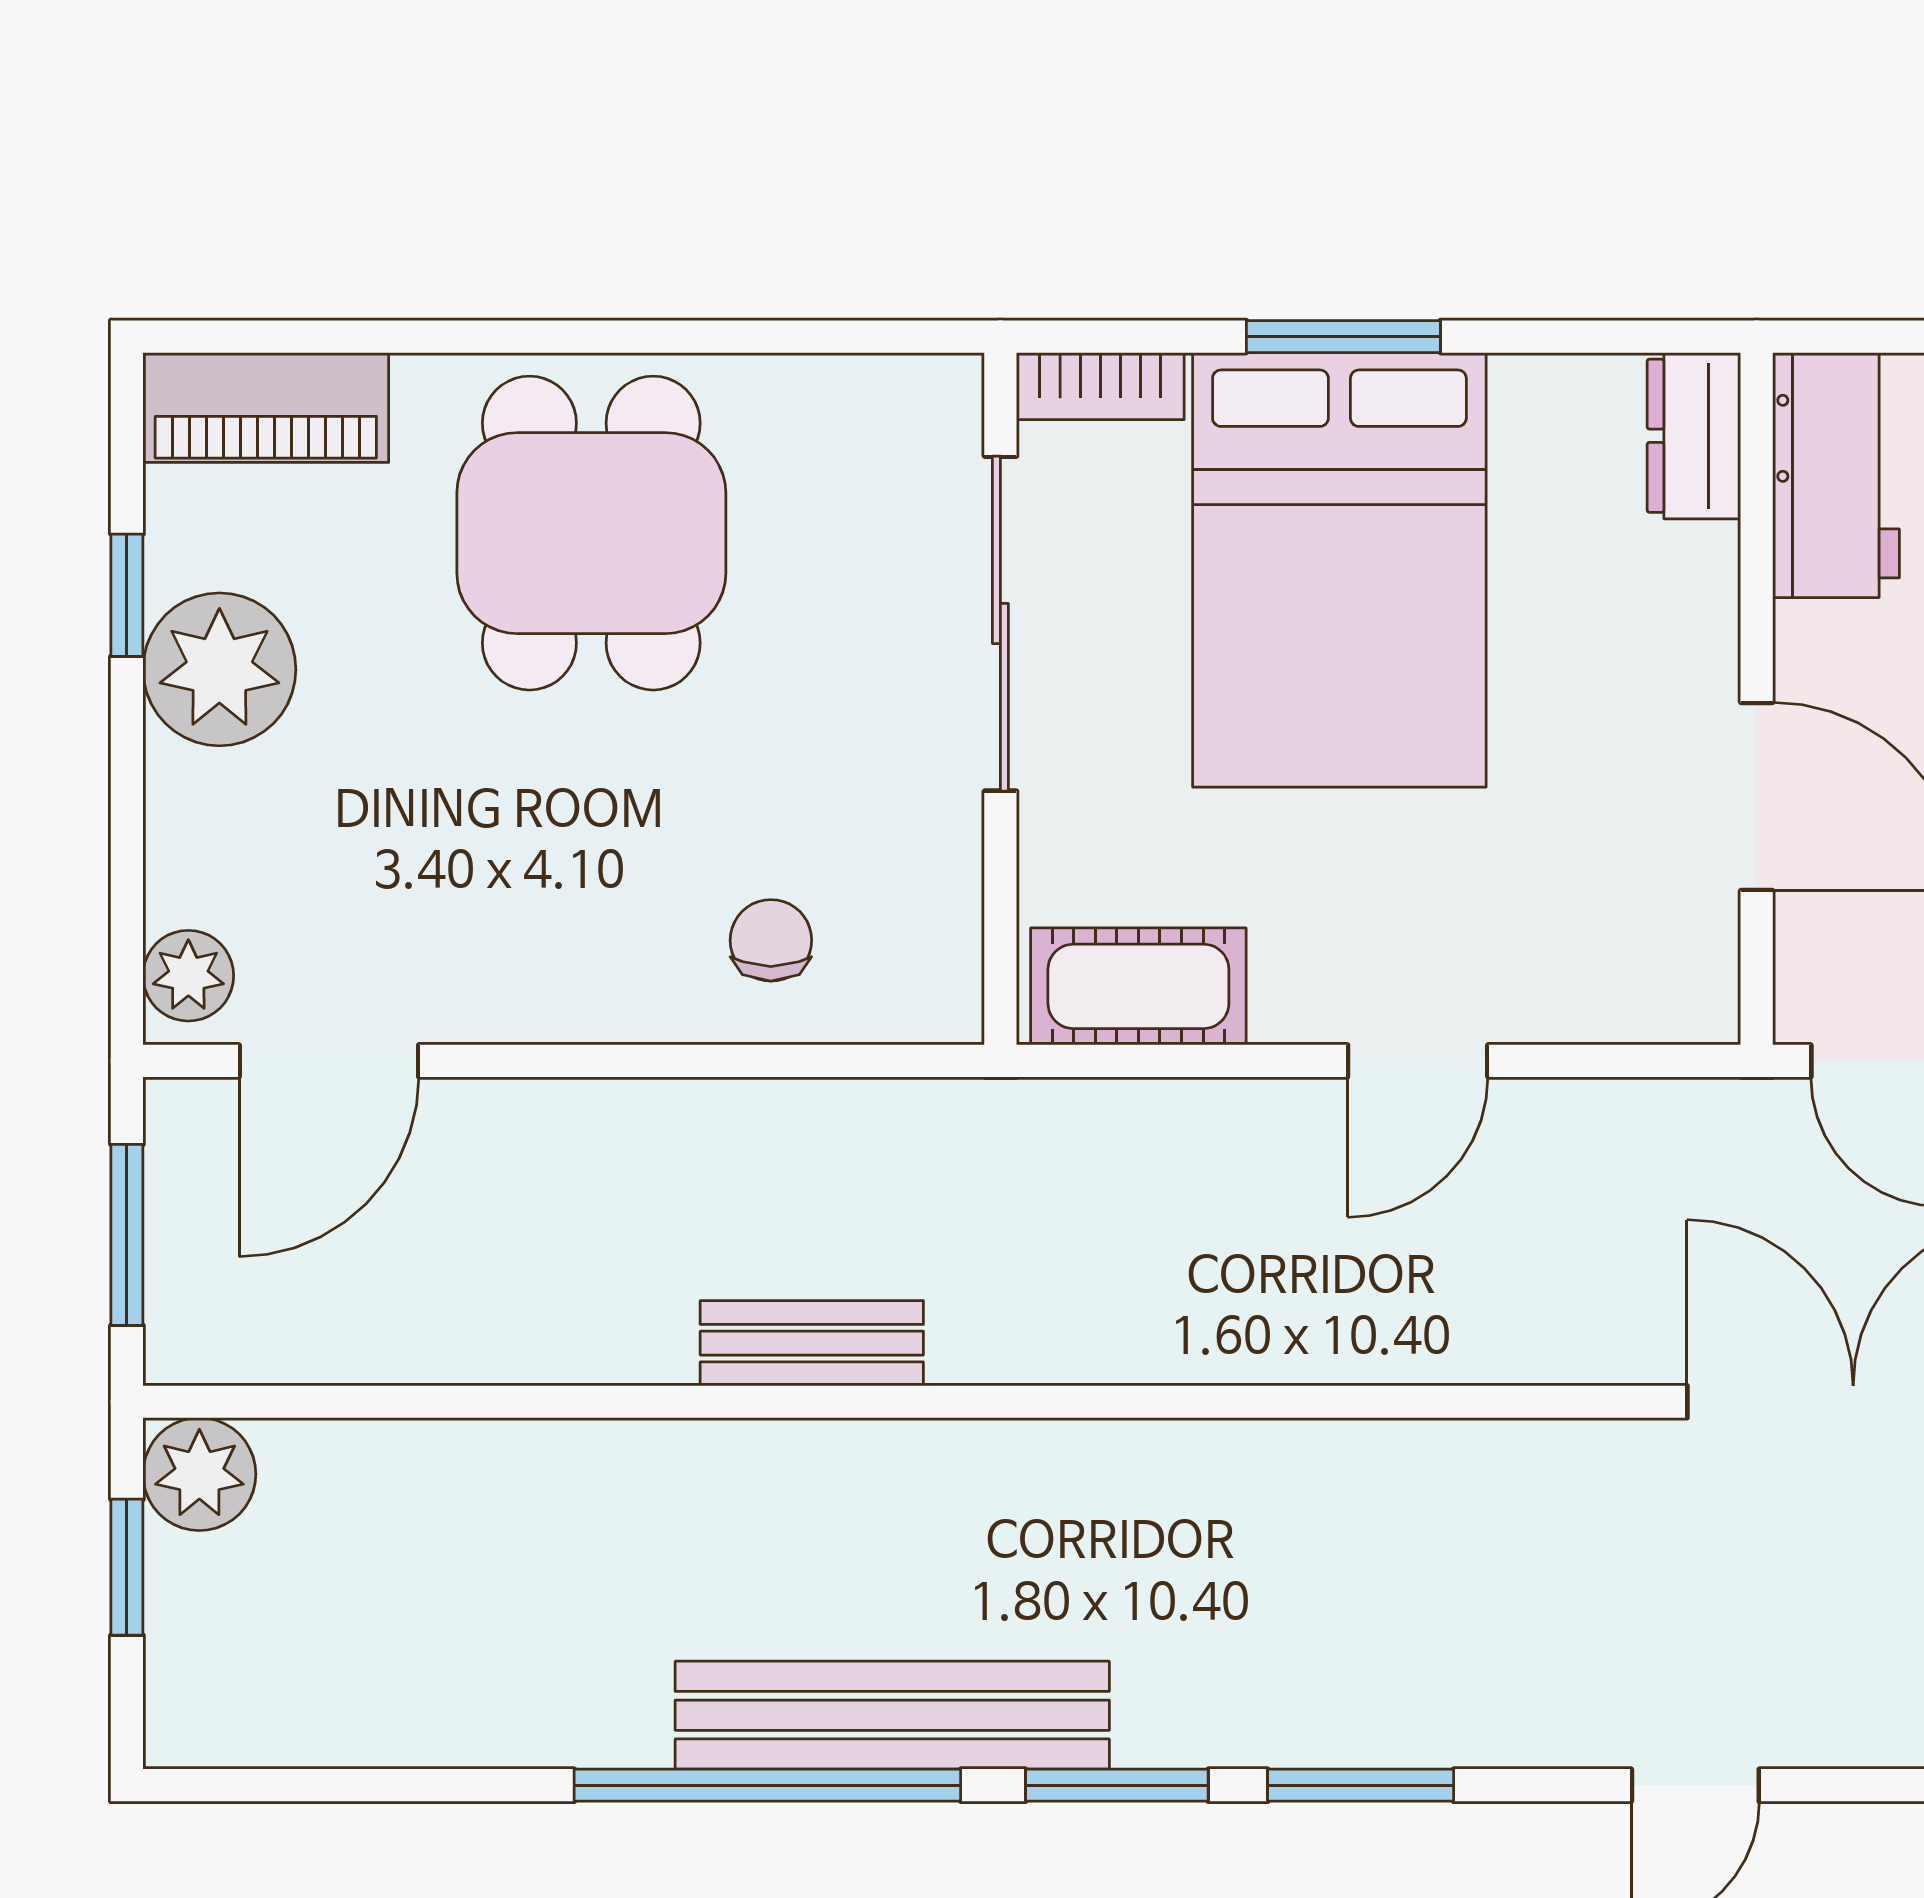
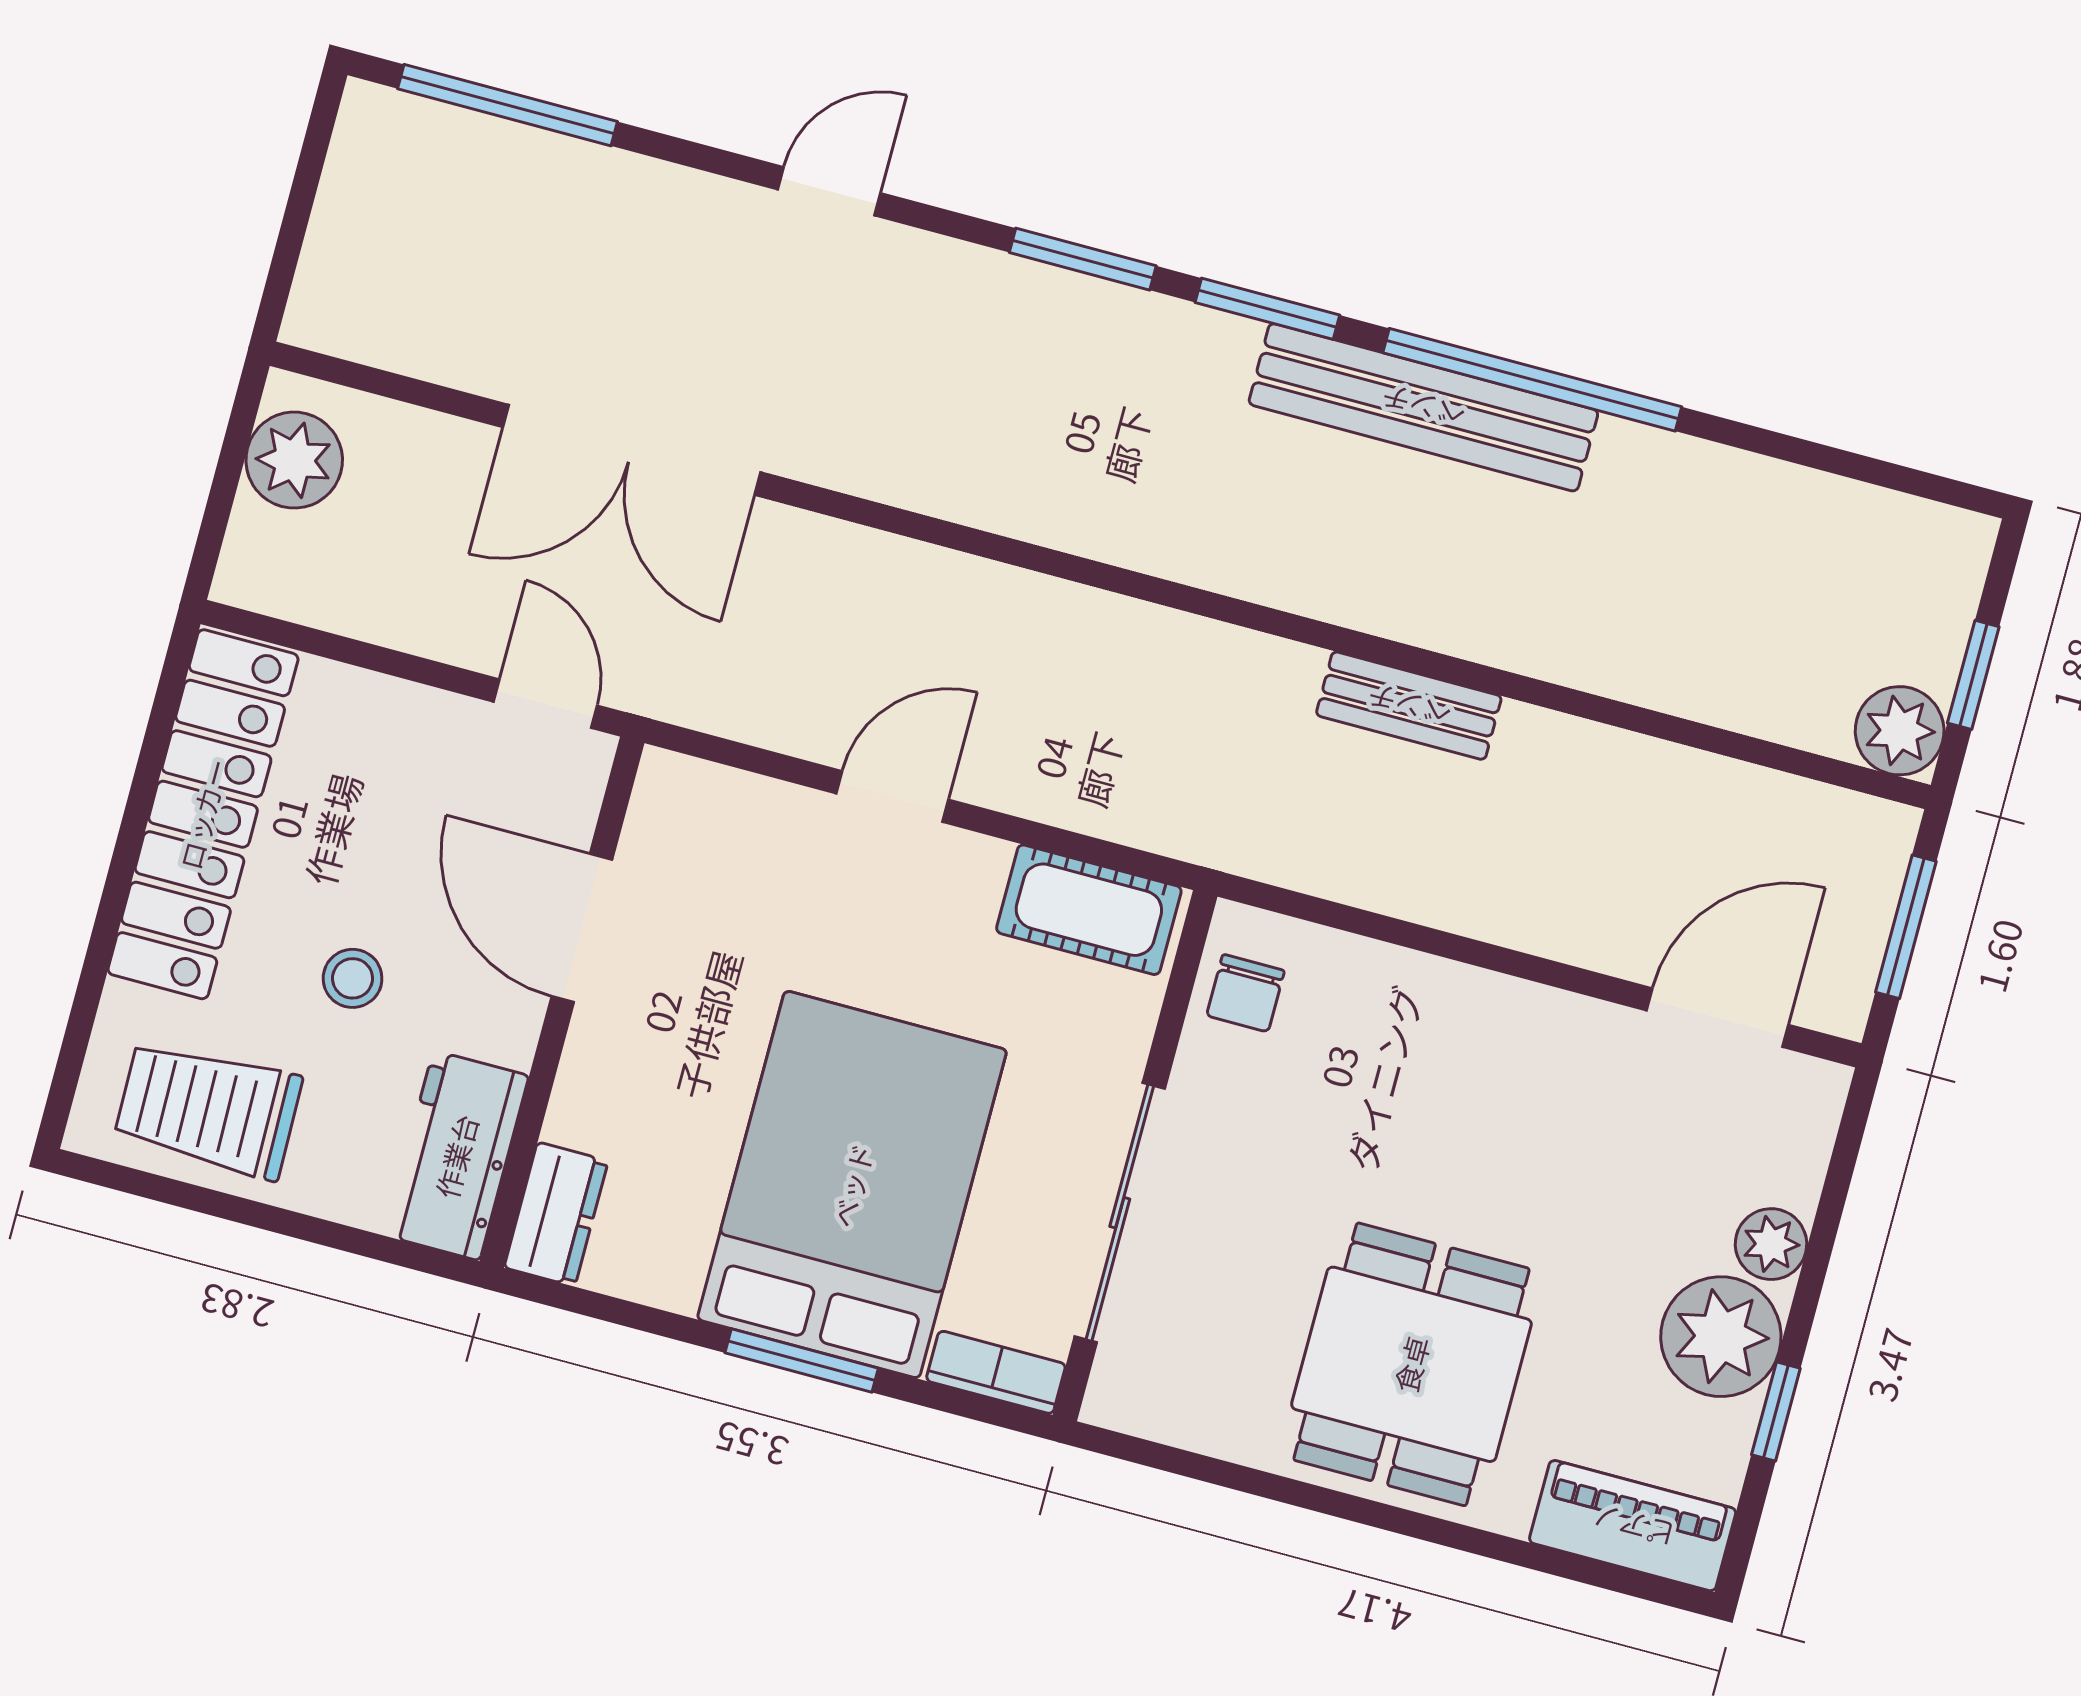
chair: (771, 940) -> (1245, 993), moved
plant: (188, 976) -> (1771, 1244), moved

